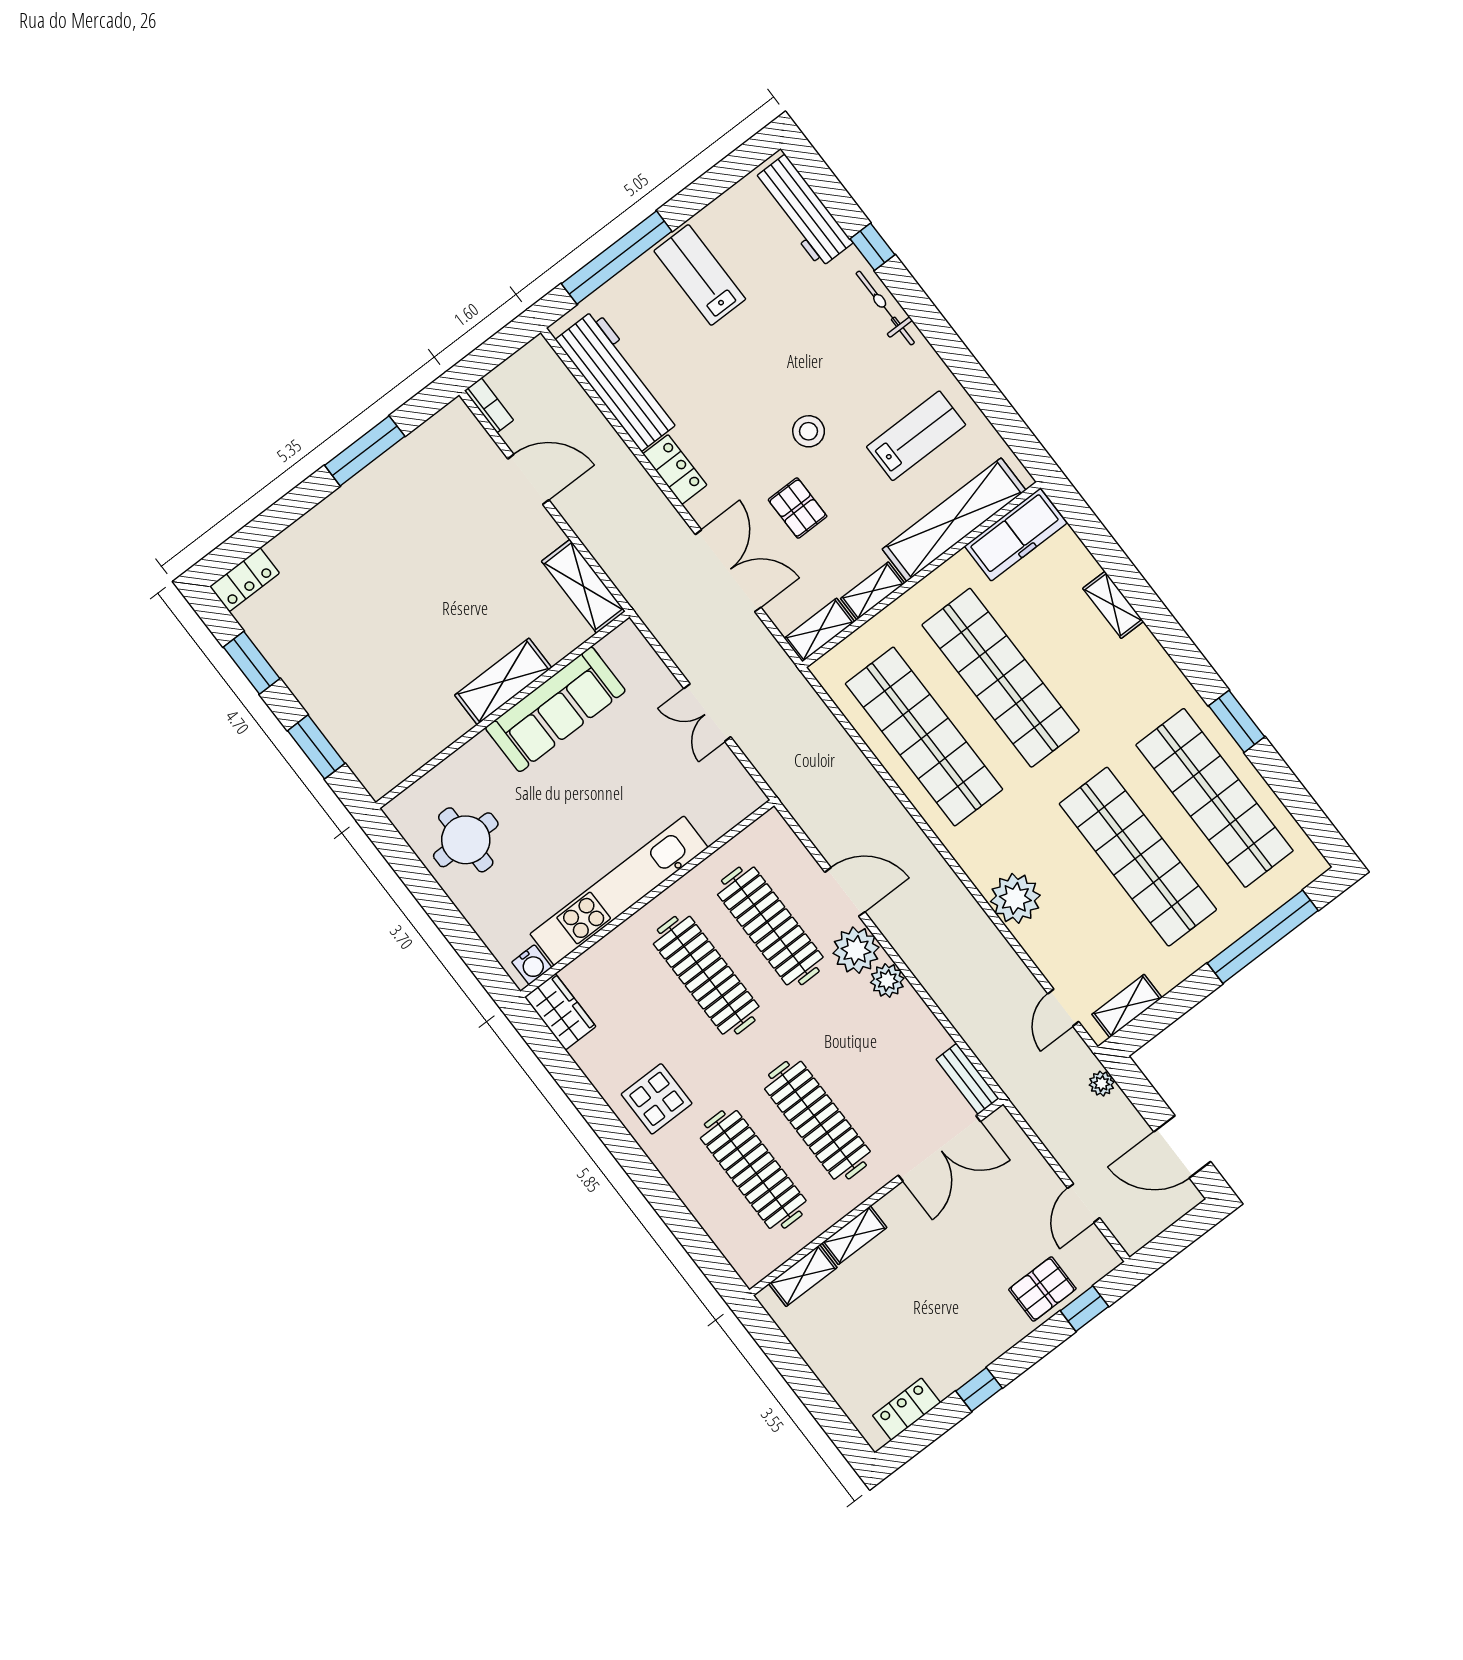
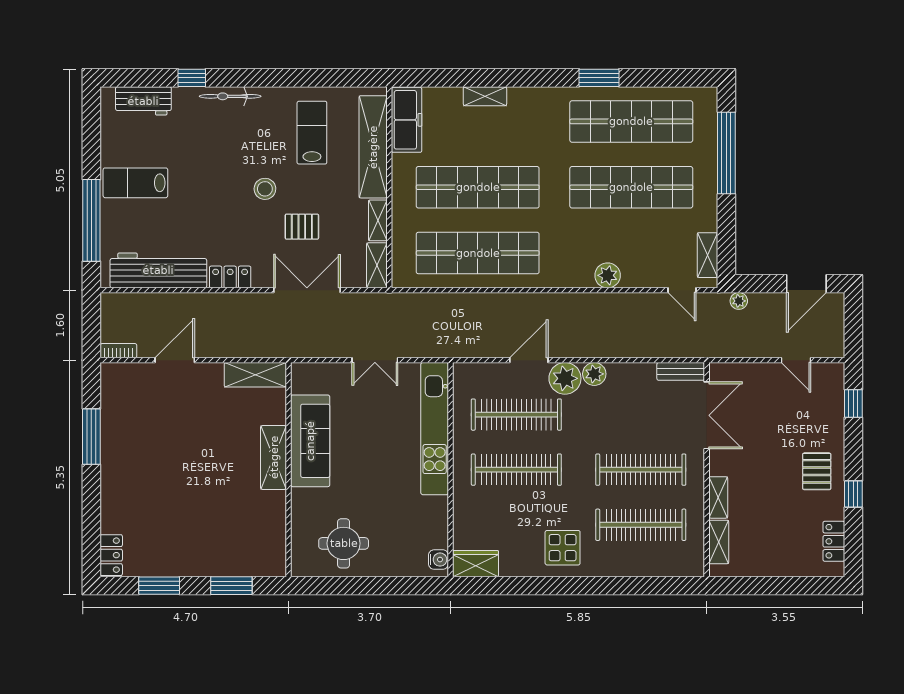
workbench: (802, 211) -> (143, 101), width x0.73
kitchen unit: (619, 891) -> (435, 429), moved
plant: (1015, 898) -> (608, 275), width x0.73, depth x0.73
pallet: (1042, 1289) -> (817, 471), moved

